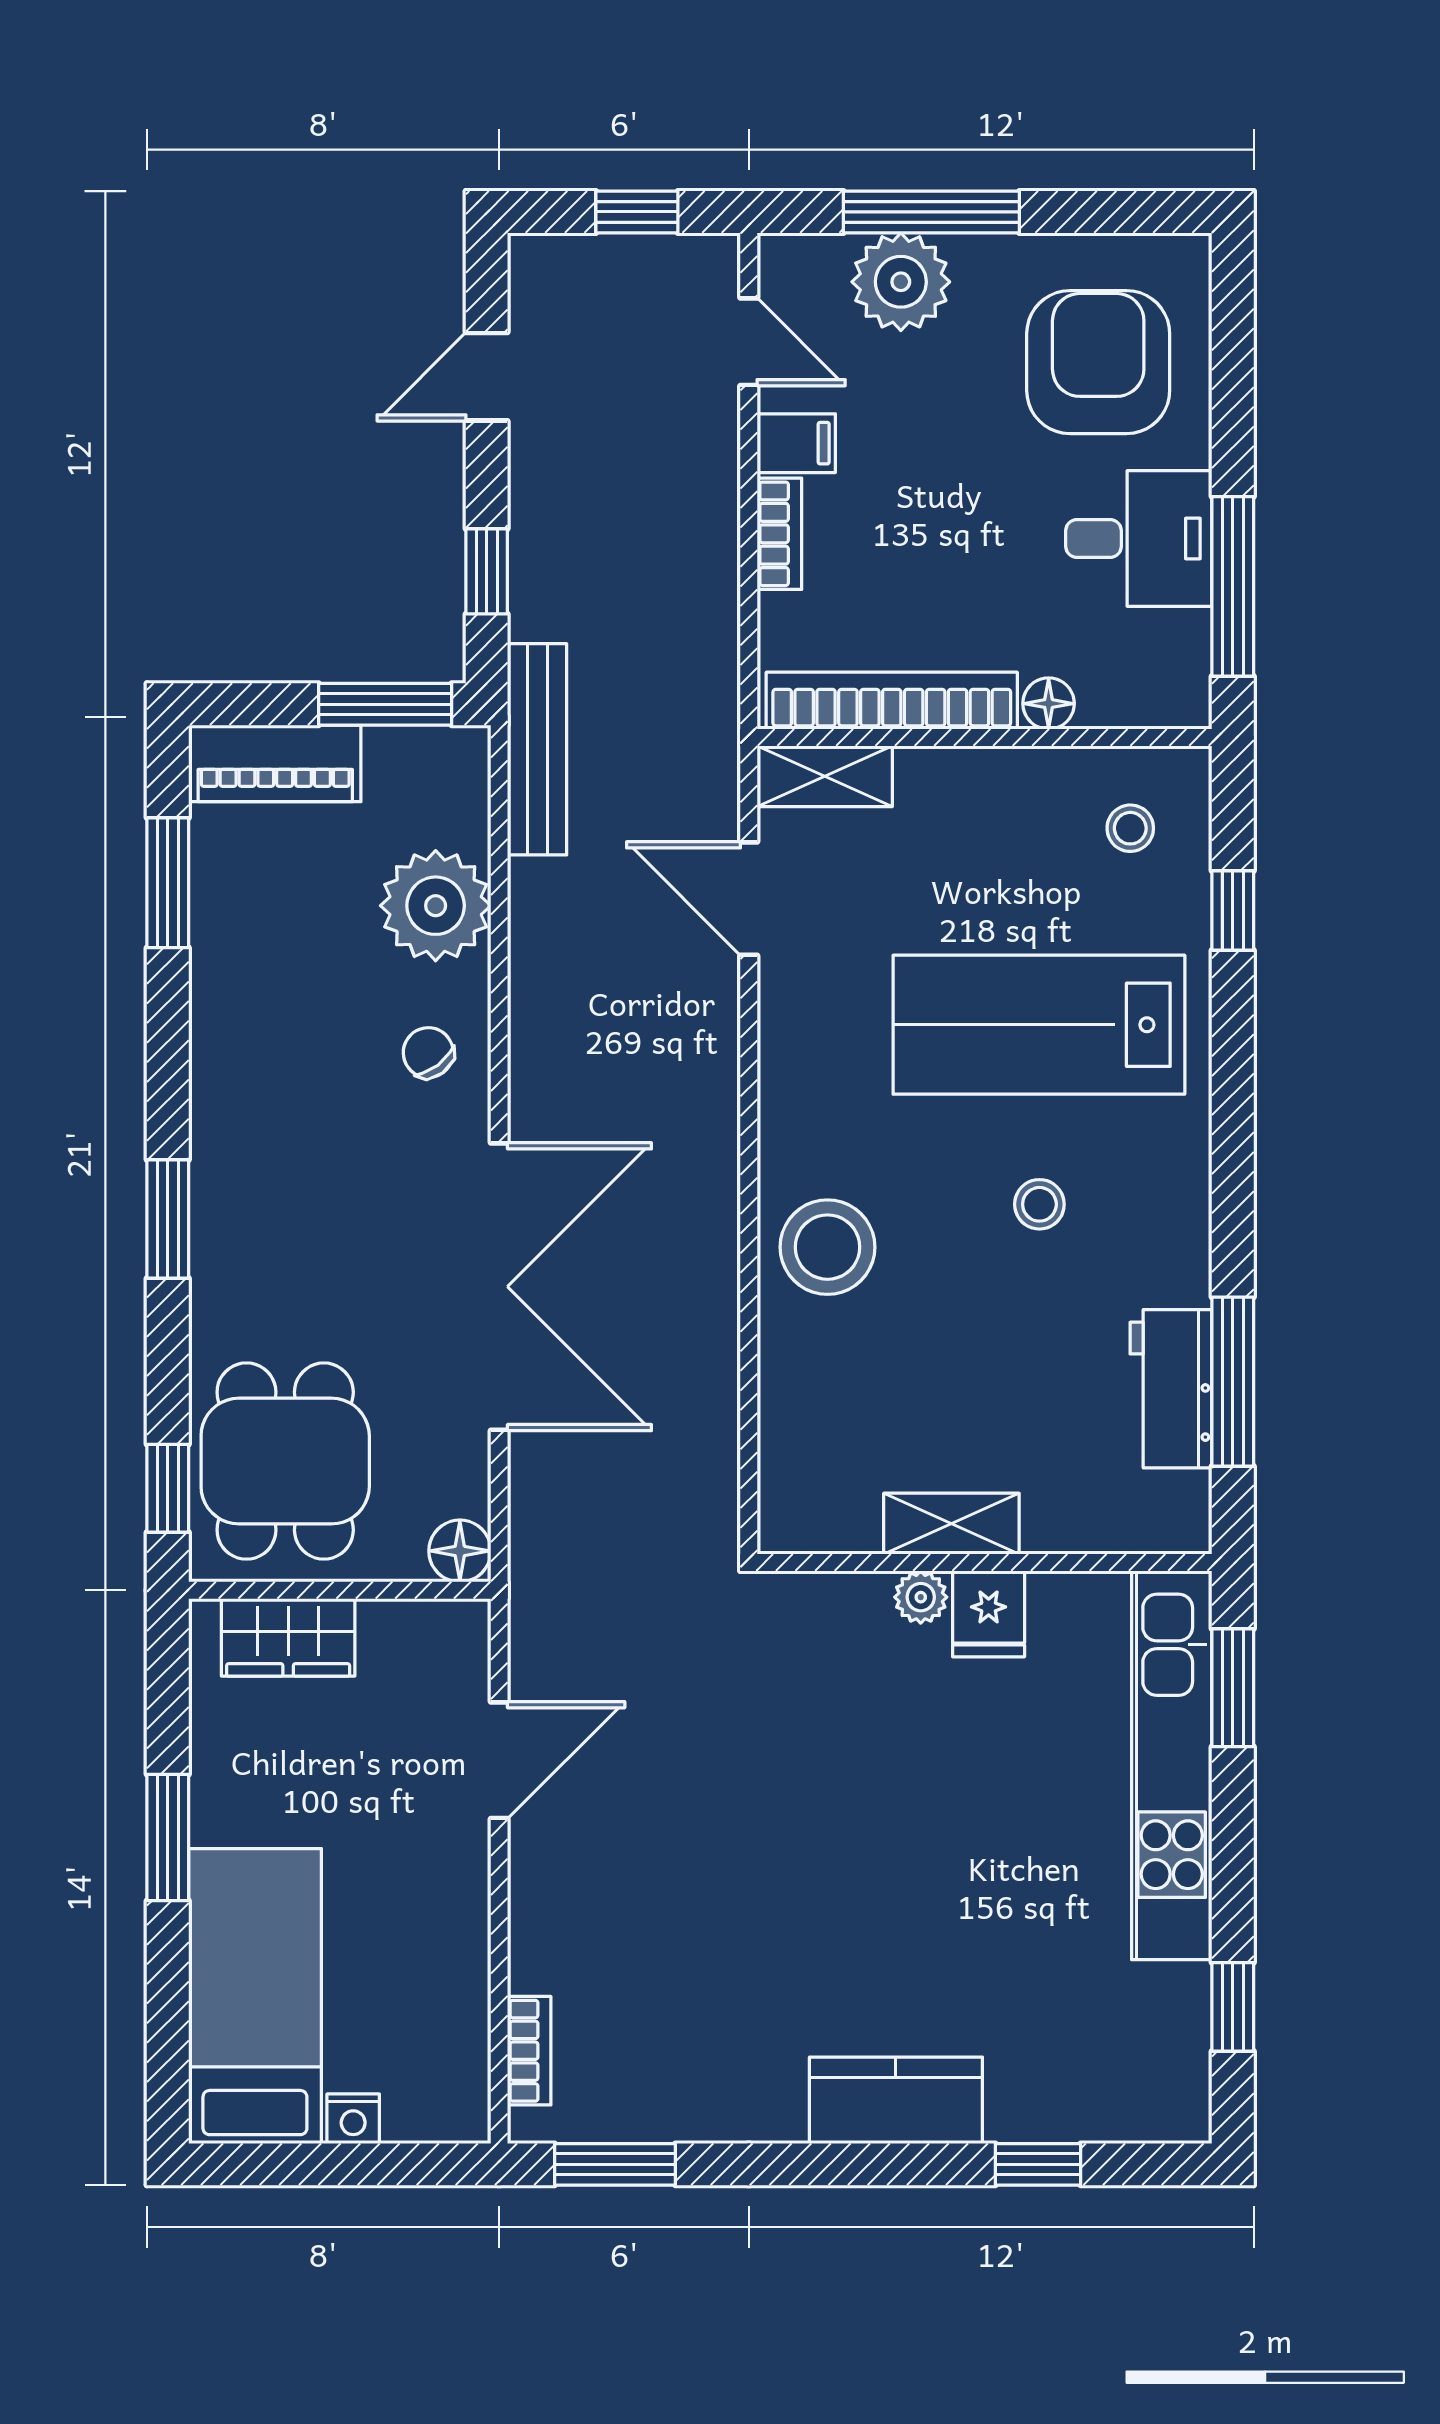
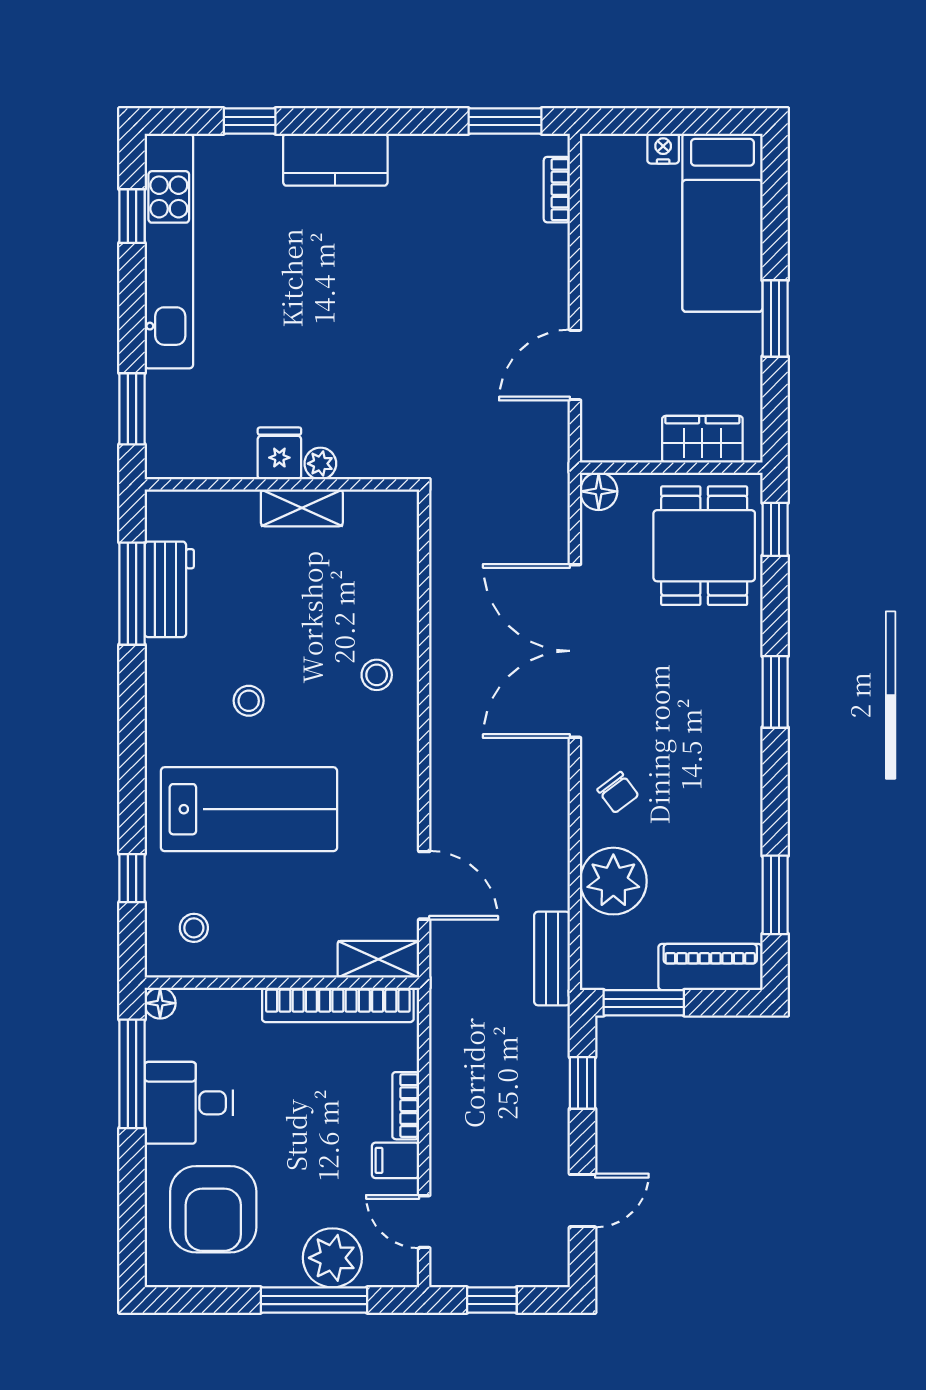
floor lamp: (1049, 704) -> (160, 1003), moved
bench: (537, 749) -> (552, 958), width x0.73
stool: (827, 1247) -> (377, 675), width x0.53, depth x0.53
kitchen unit: (1172, 1765) -> (169, 251), moved

